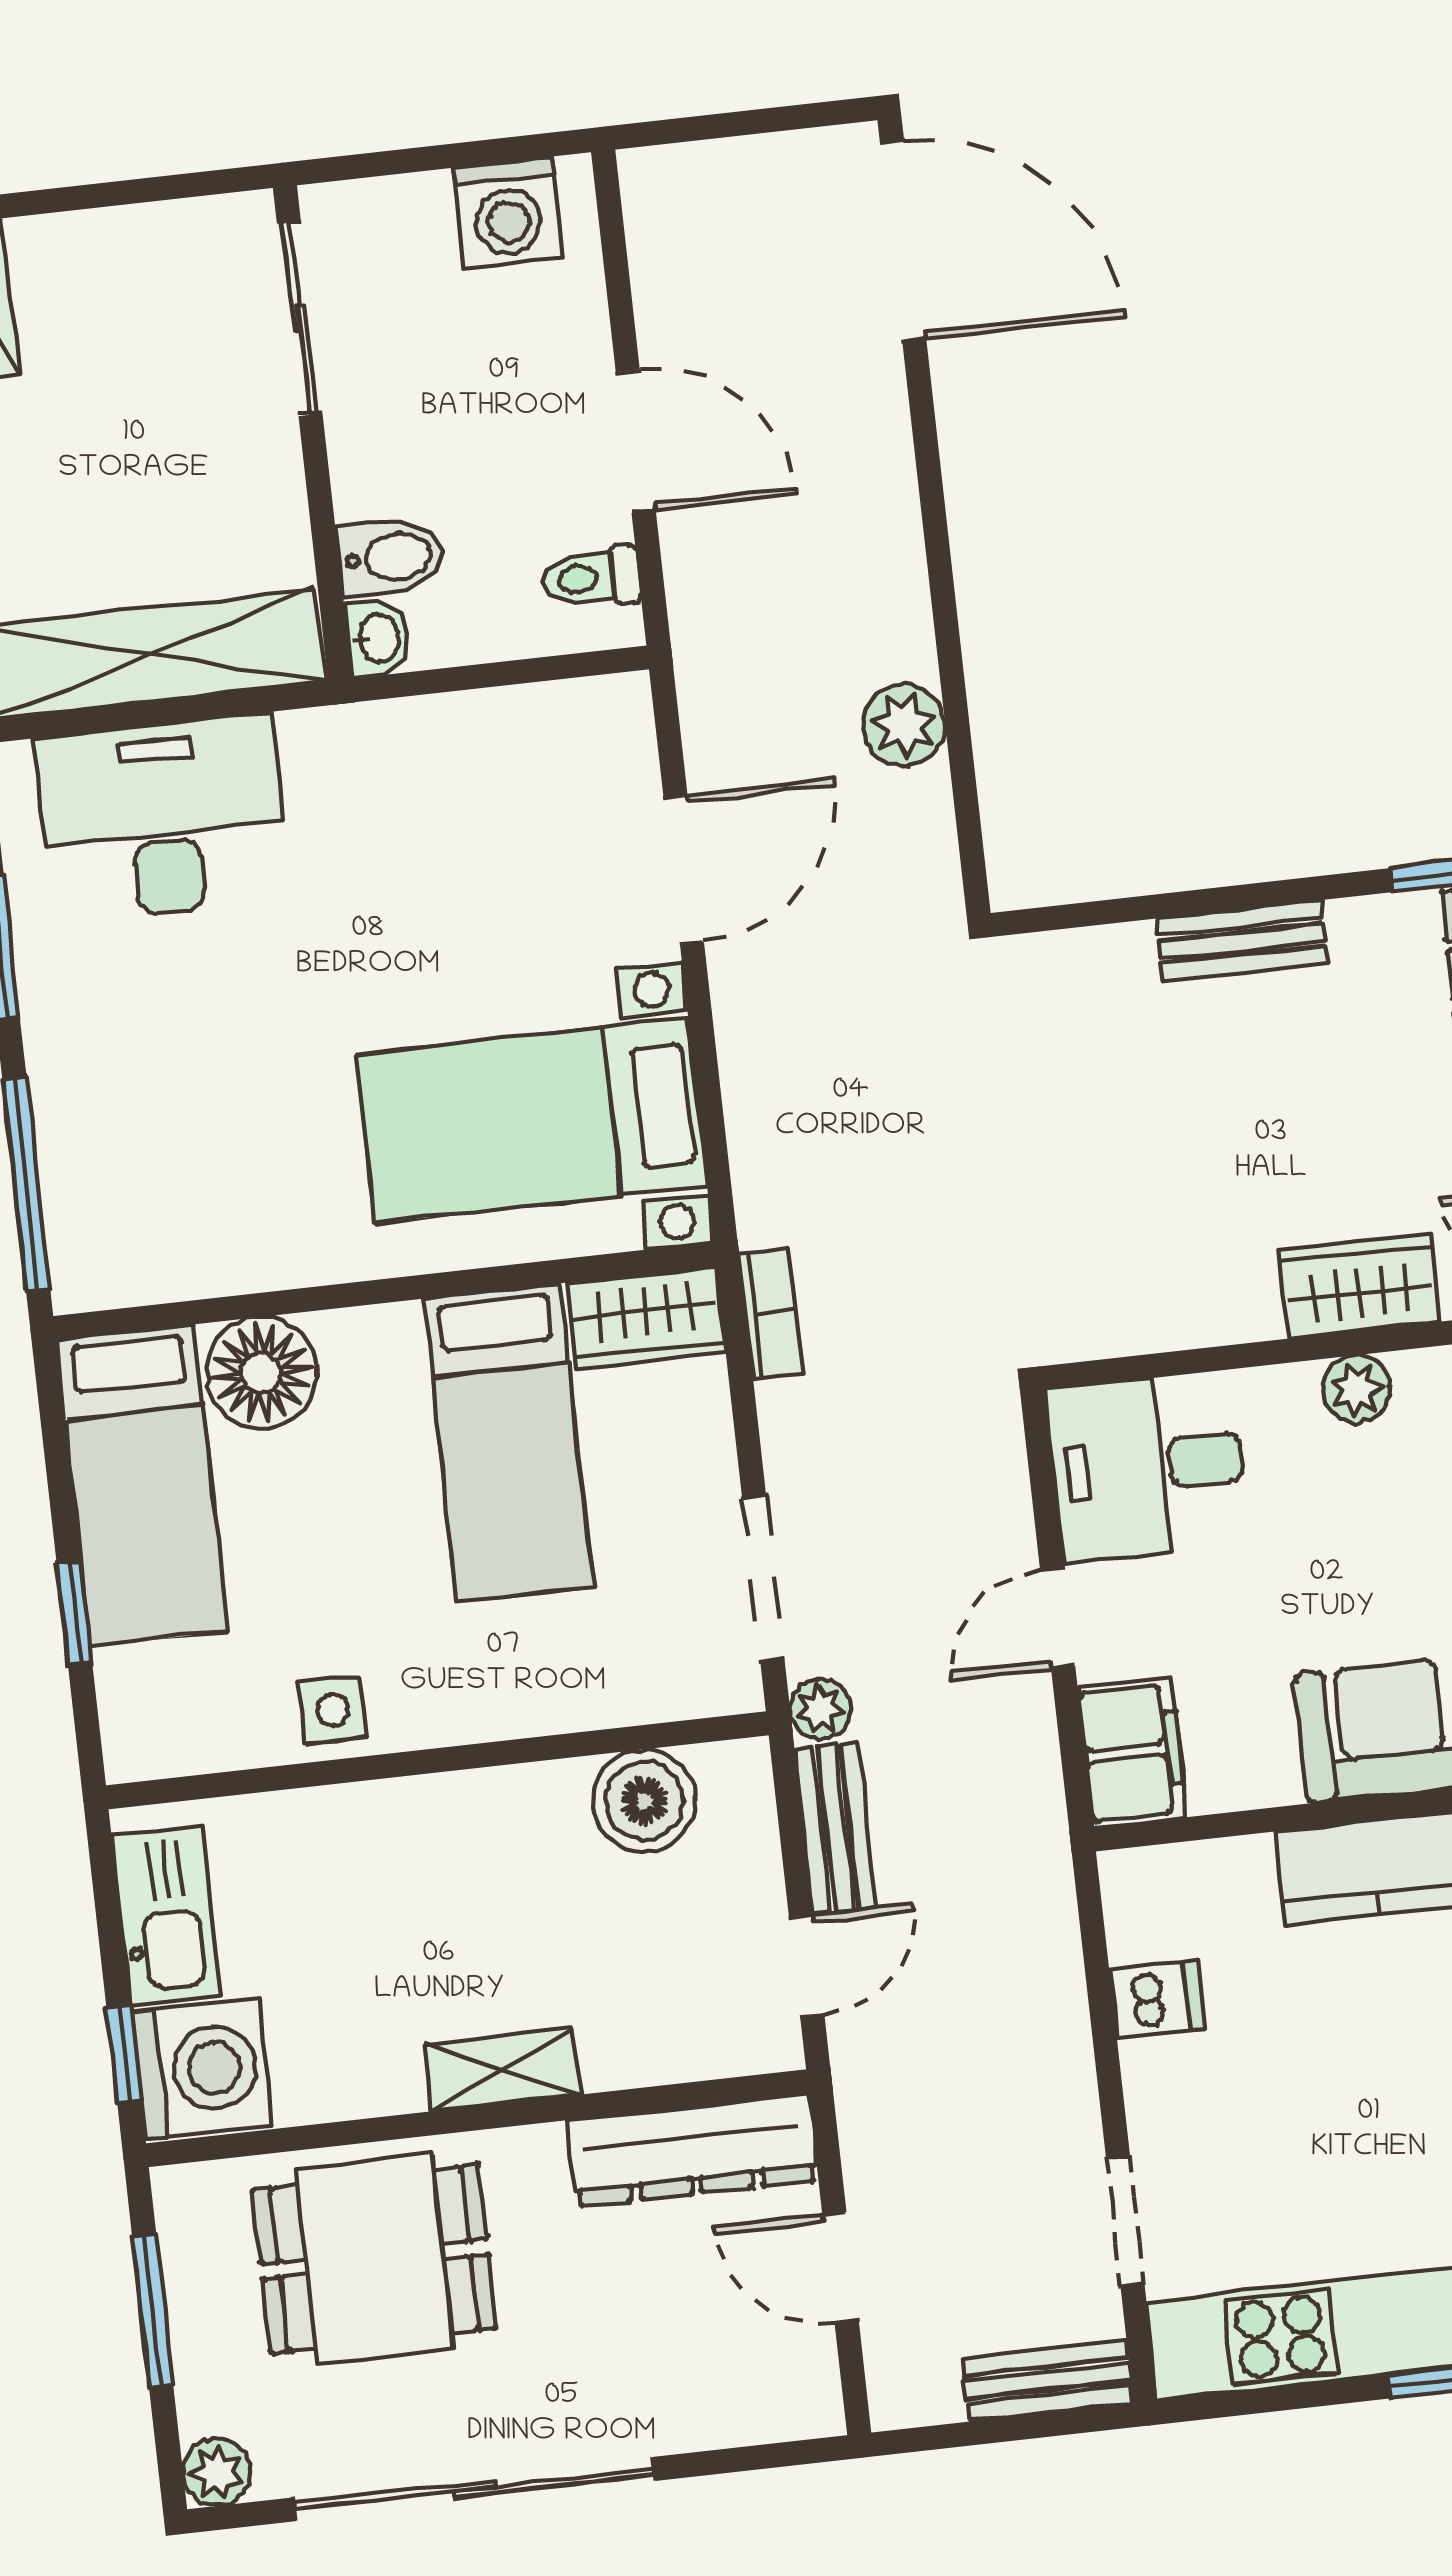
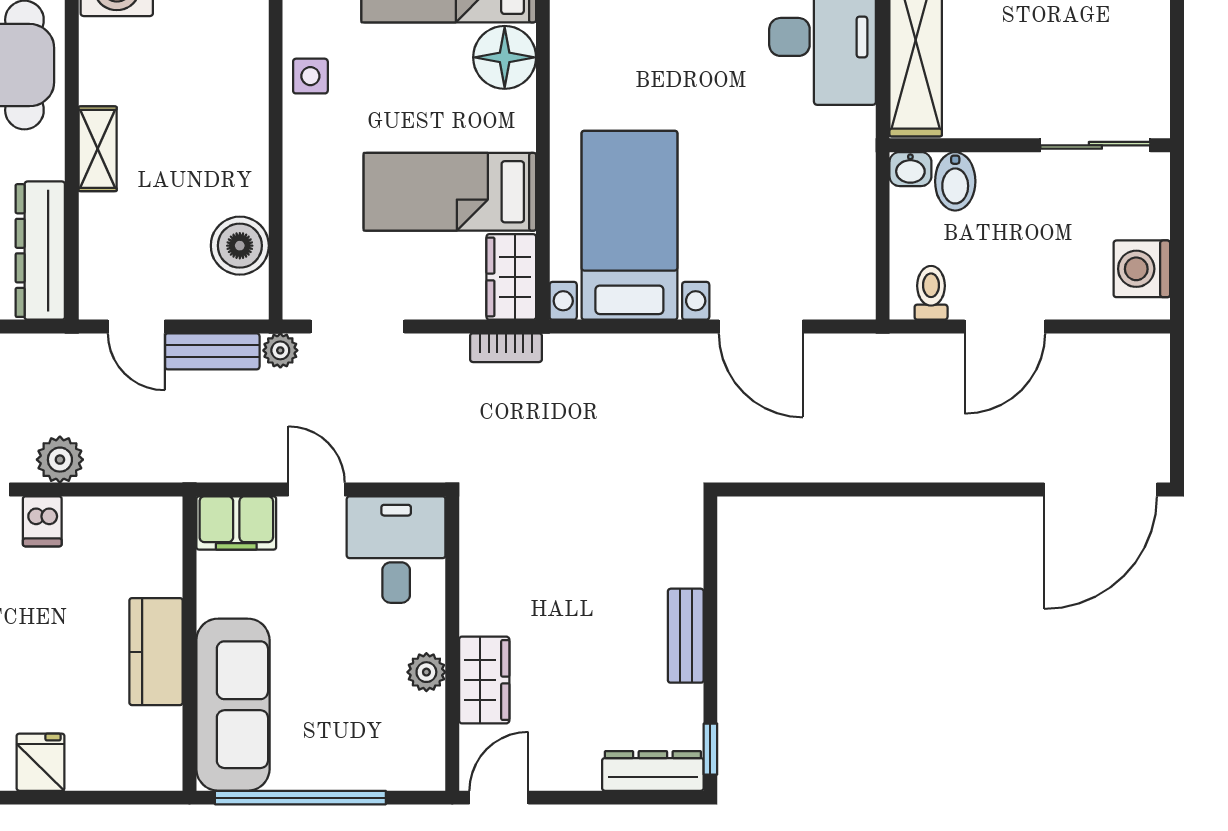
plant: (904, 725) -> (60, 460), moved
dishwasher: (1157, 1999) -> (42, 521), moved

